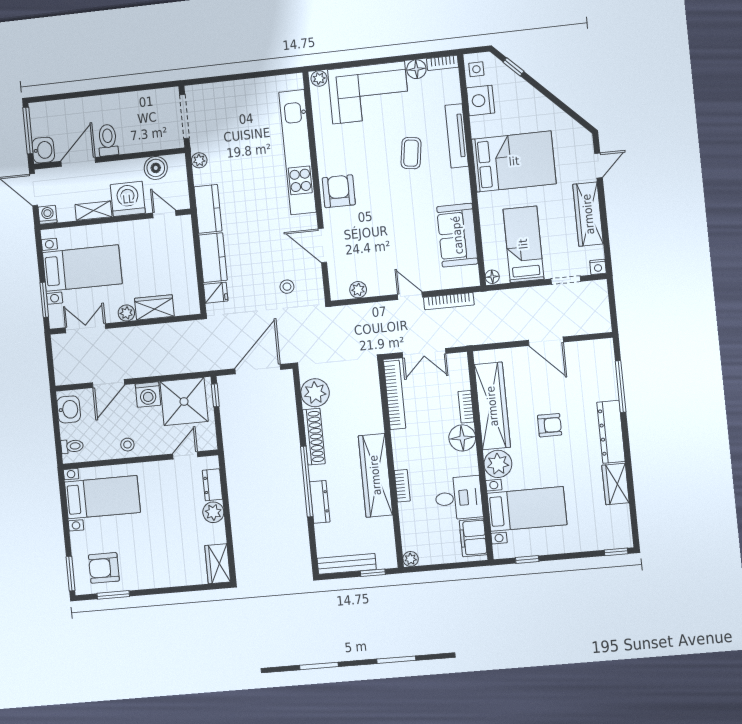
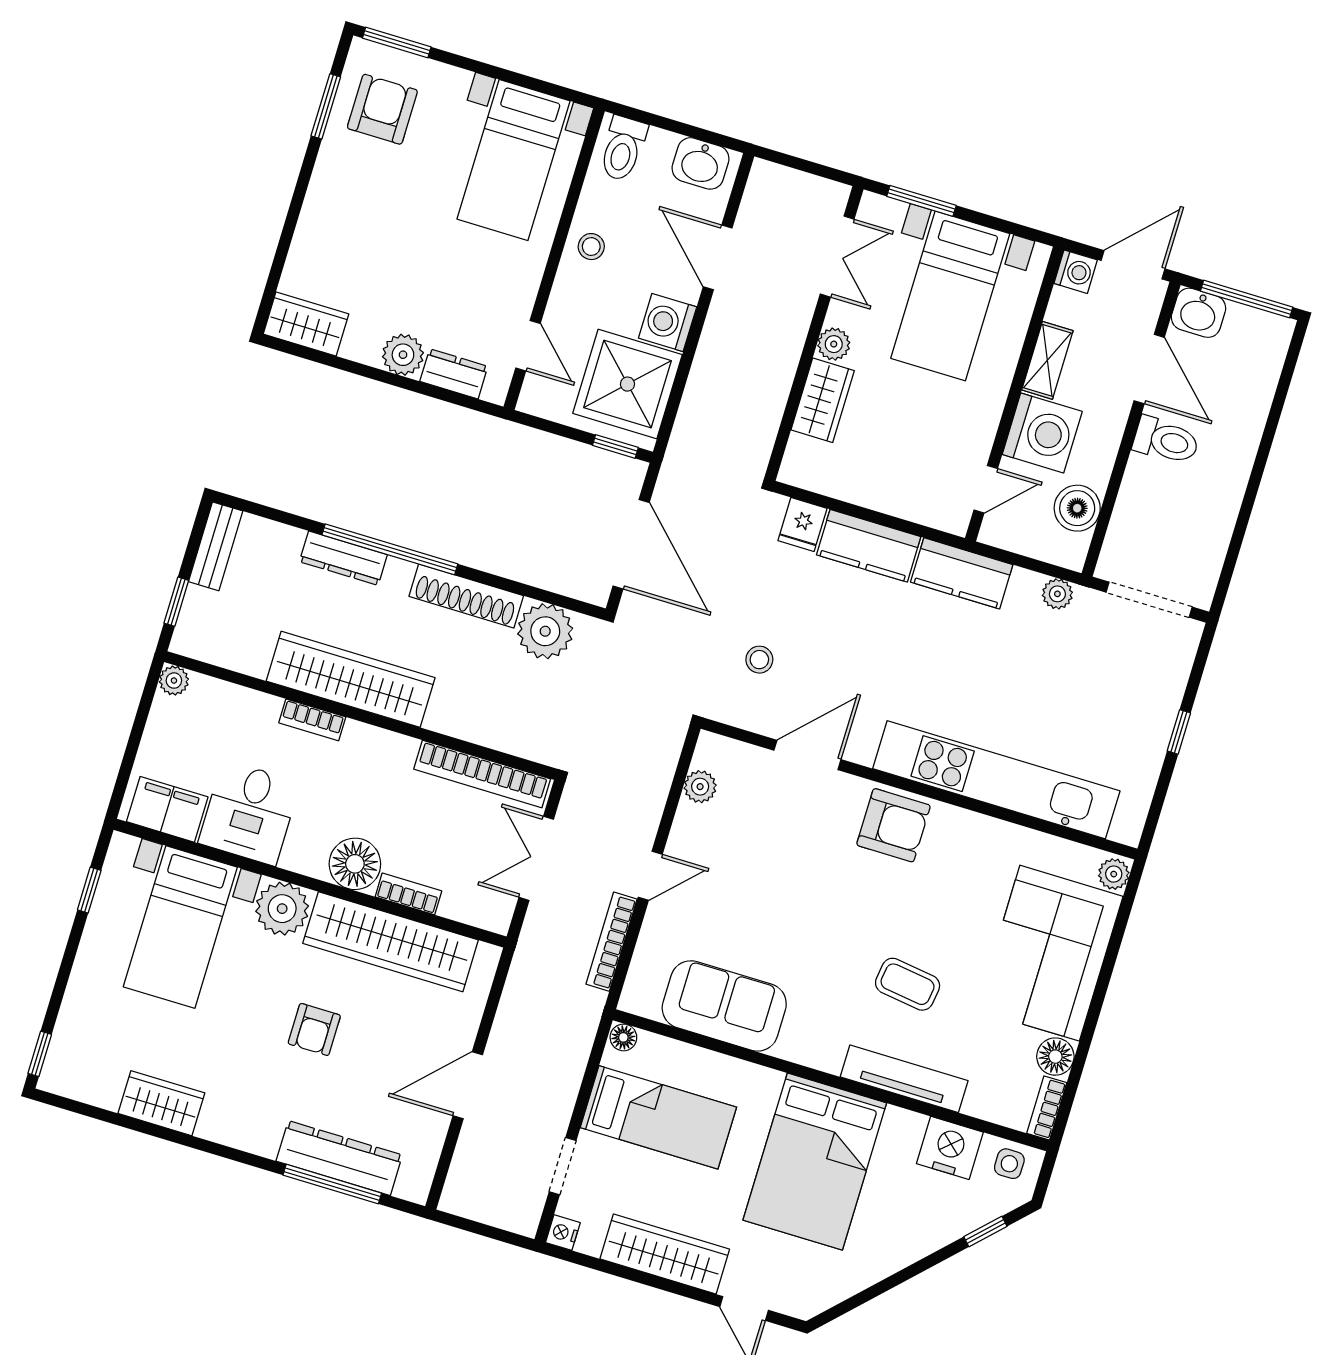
window: (240, 76) -> (1179, 732), added
dresser: (611, 432) -> (339, 1158), moved
toilet: (72, 446) -> (623, 149), width x1.37, depth x1.39
bench: (347, 564) -> (216, 546), width x0.73

